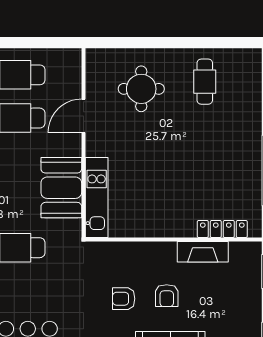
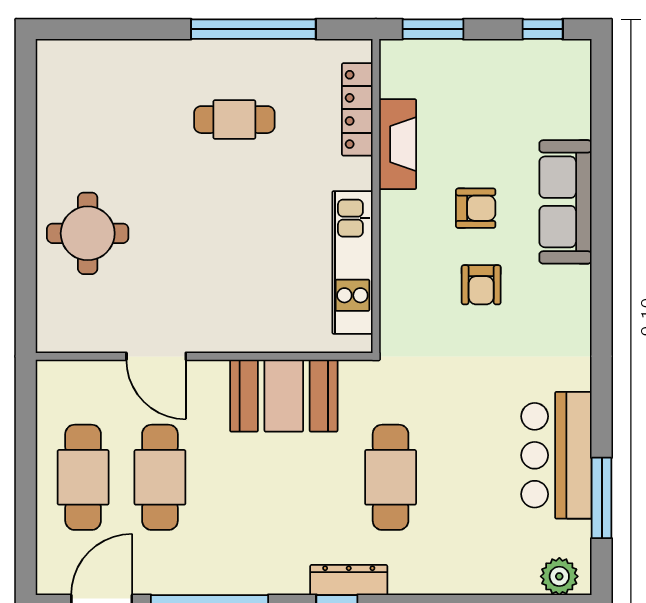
cafe table: (205, 82) -> (234, 120), moved
round table: (141, 89) -> (88, 233), moved
kitchen unit: (97, 197) -> (352, 262), moved, turned -90

